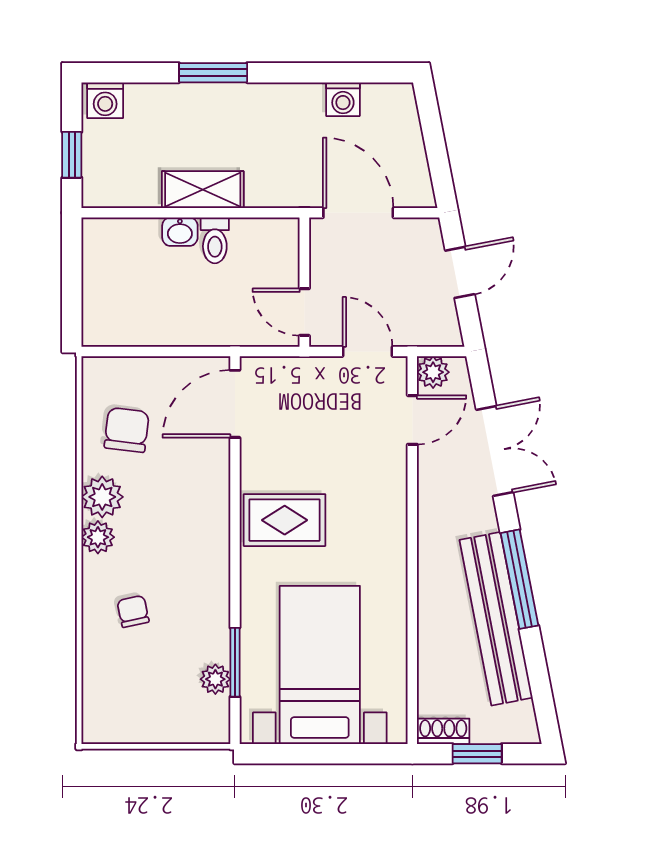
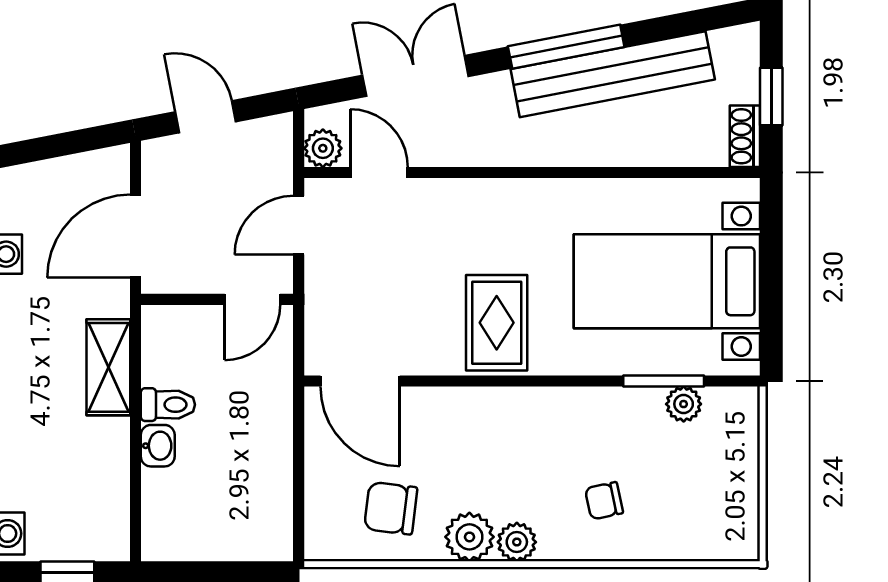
shelving: (203, 190) -> (108, 367), moved

